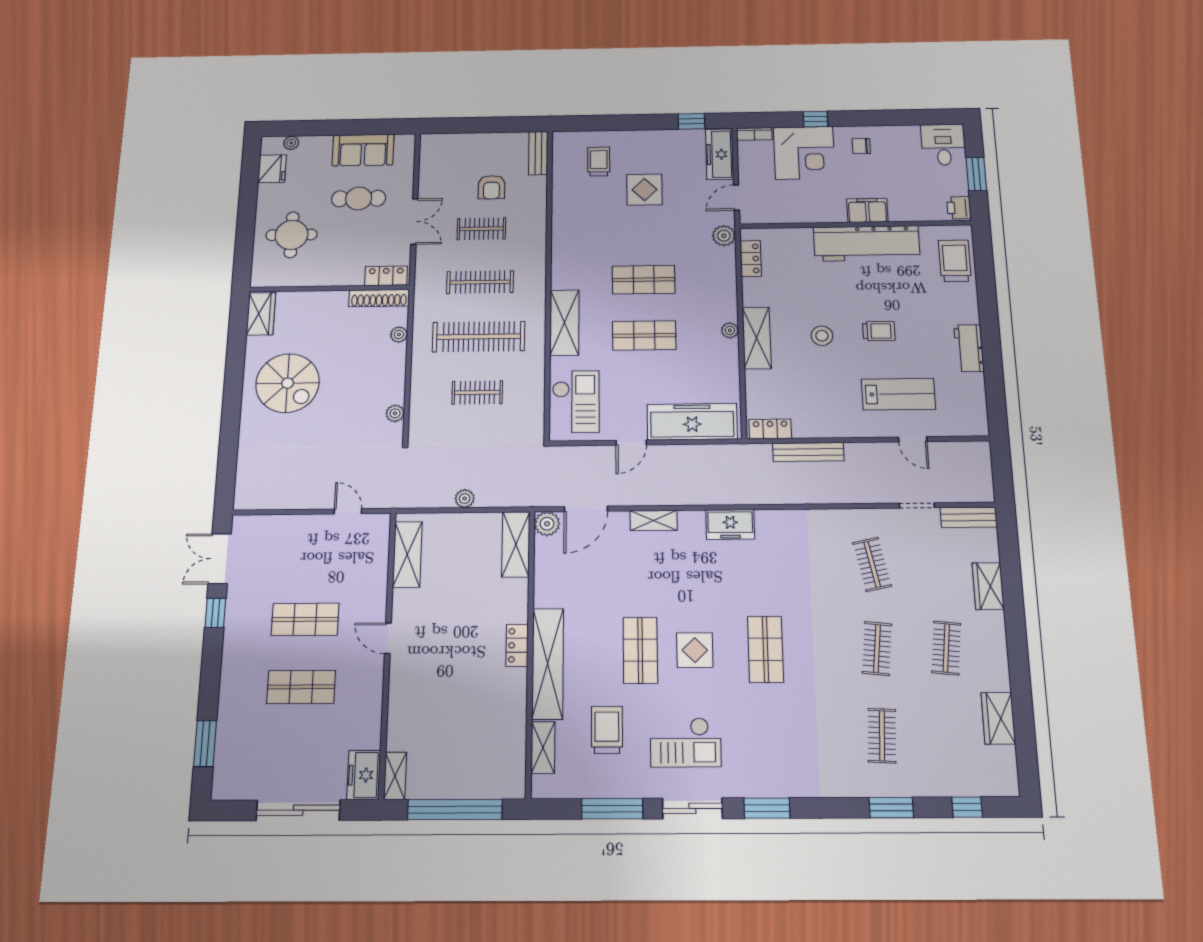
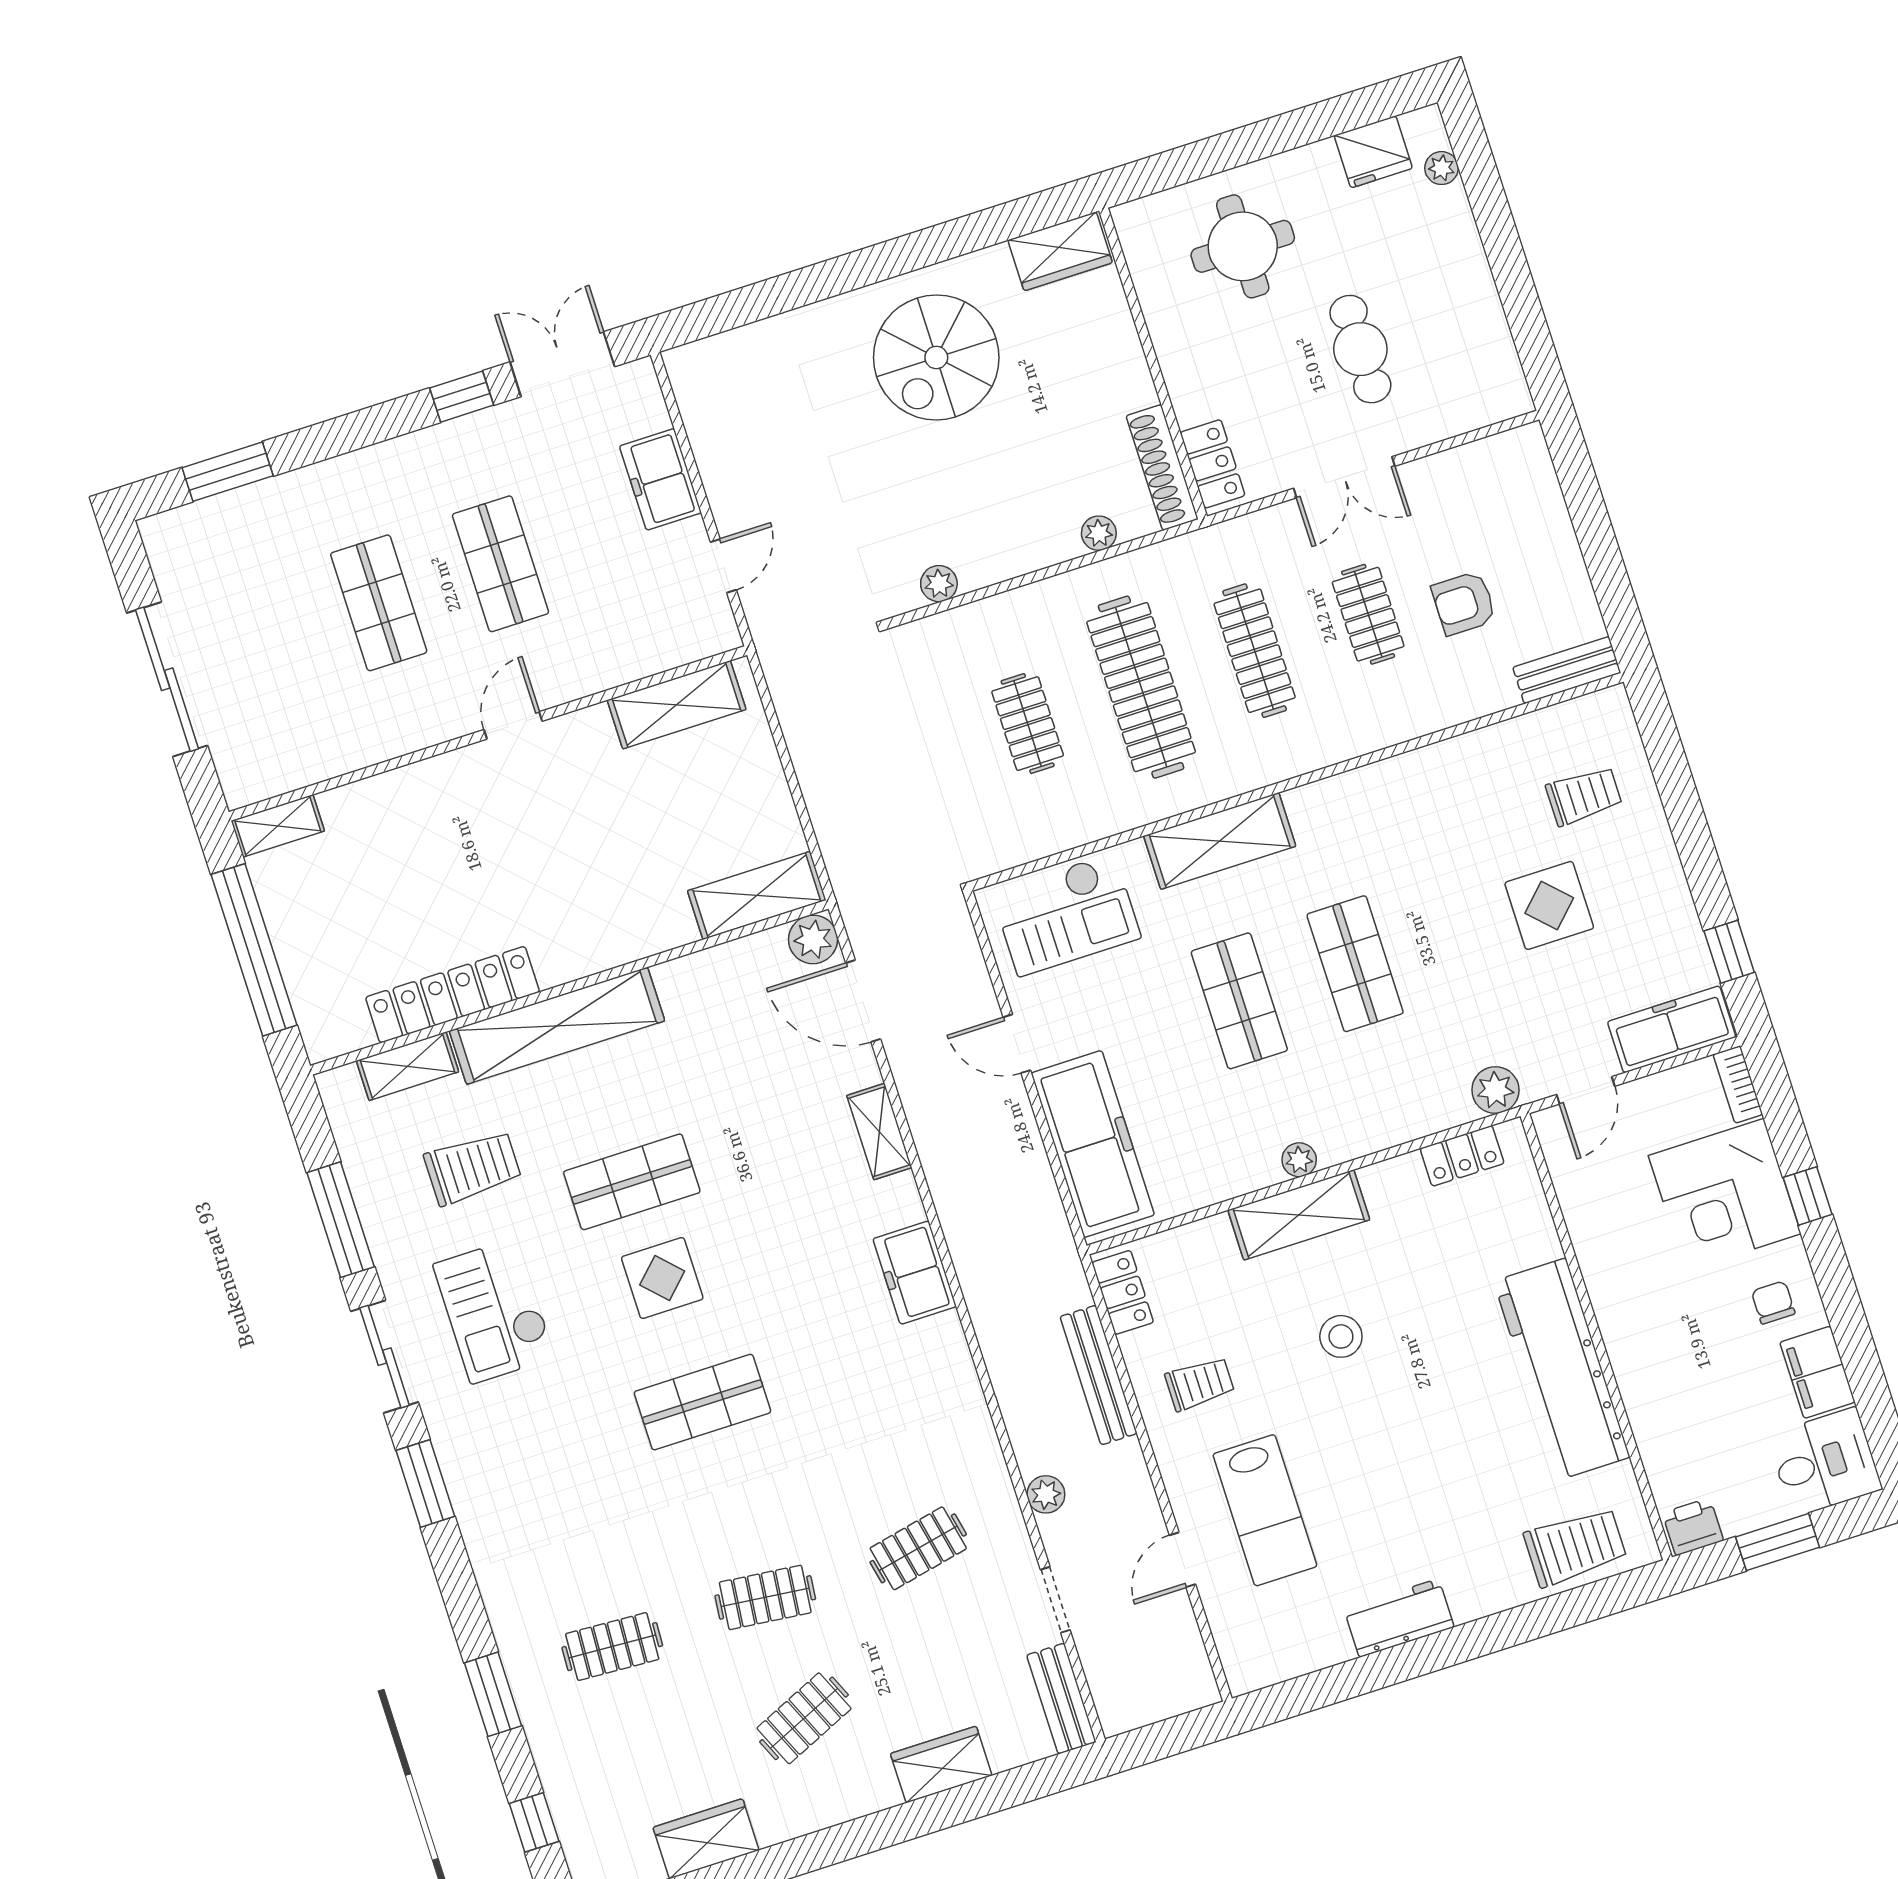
sofa: (363, 150) -> (1469, 318), removed
door: (736, 198) -> (1586, 1090), swing flipped
filing cabinet: (867, 210) -> (1817, 1372), moved, turned 180
trolley: (879, 331) -> (1200, 1384), moved, turned -90
plant: (465, 499) -> (1046, 1494), moved
locker: (517, 645) -> (452, 995), moved, width x2.16, depth x1.21
clothes rail: (946, 648) -> (804, 1718), turned -30
freezer: (364, 775) -> (660, 479), moved, turned -90

